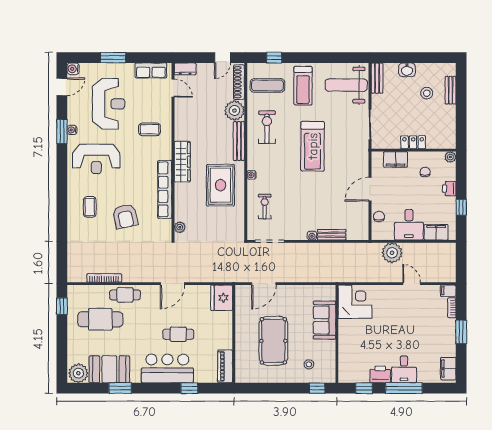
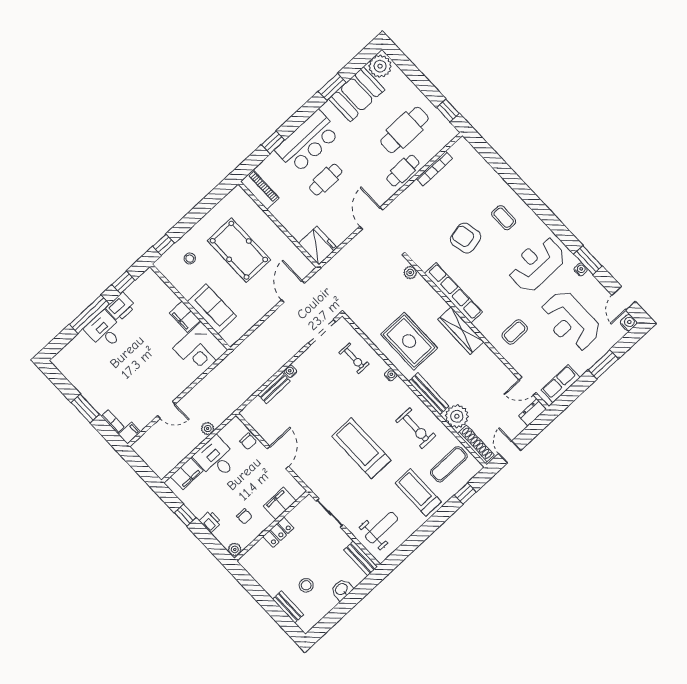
weight bench: (346, 85) -> (382, 528), width x0.73, depth x0.75
plant: (392, 253) -> (208, 429), width x0.53, depth x0.53
filing cabinet: (448, 369) -> (185, 317), moved, turned 180

